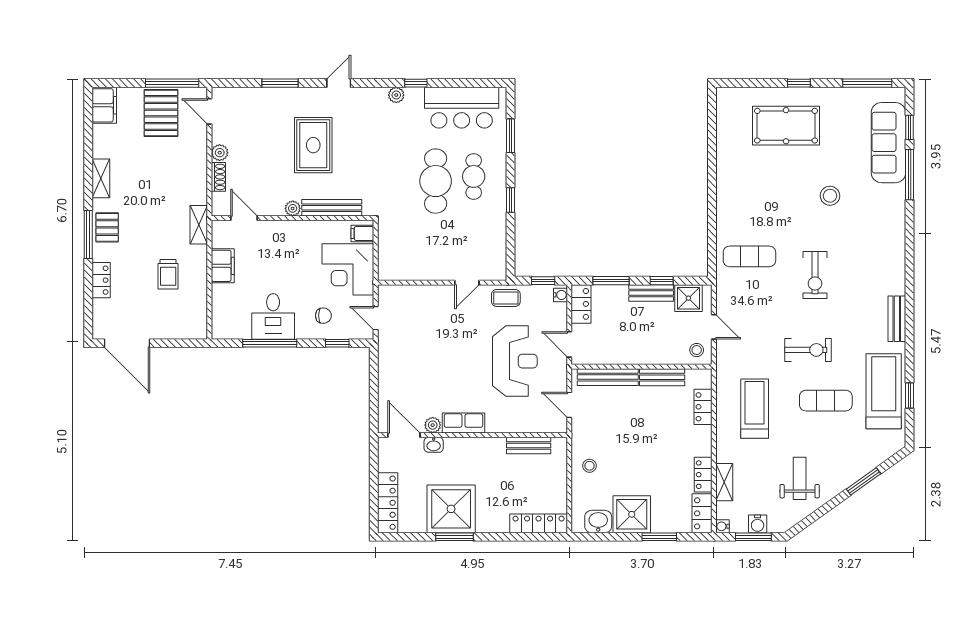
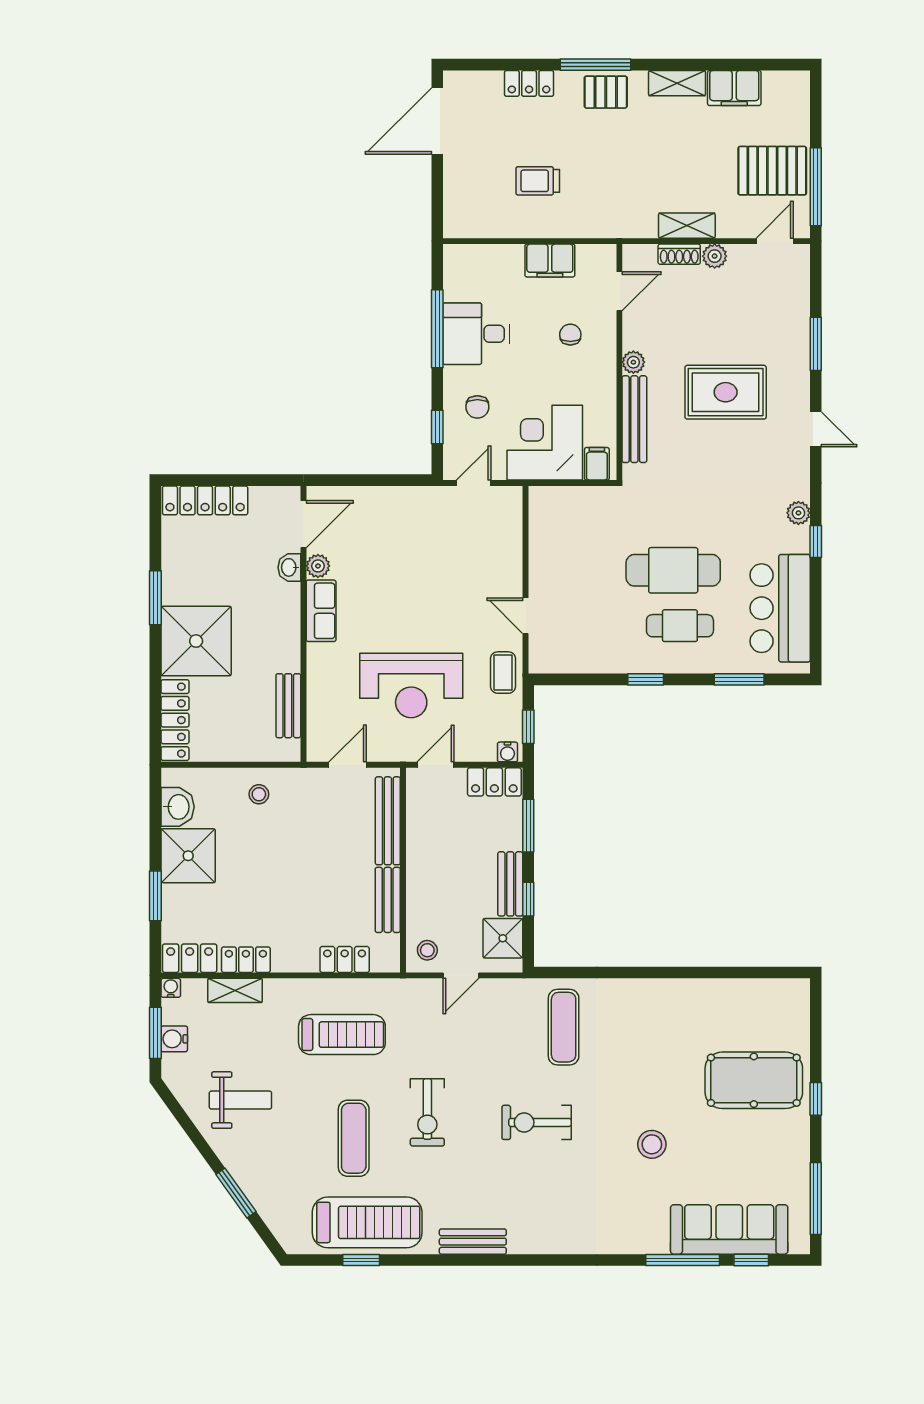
filing cabinet: (104, 105) -> (734, 88), moved
pool table: (786, 126) -> (754, 1080), turned 90
shelving: (199, 225) -> (687, 226), moved
chair: (274, 252) -> (570, 335), added
shower: (451, 509) -> (196, 641), moved

